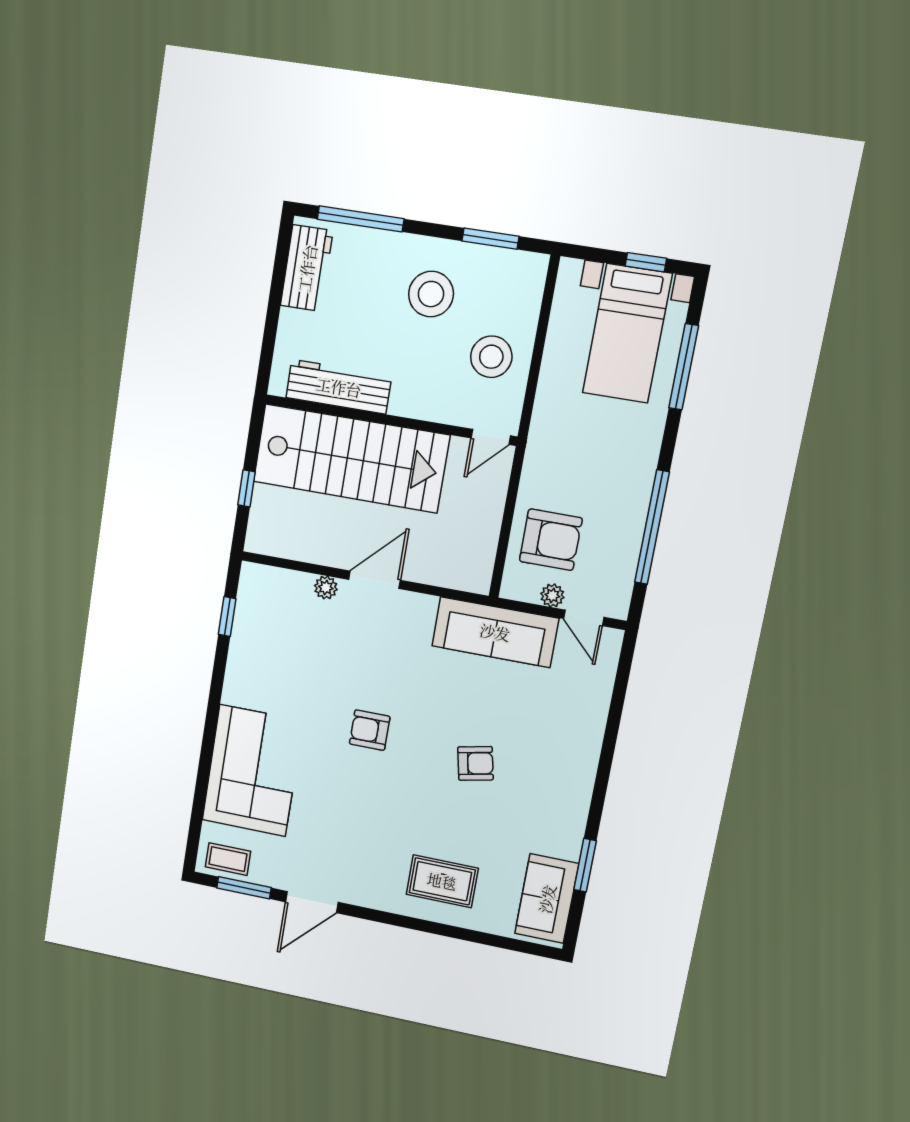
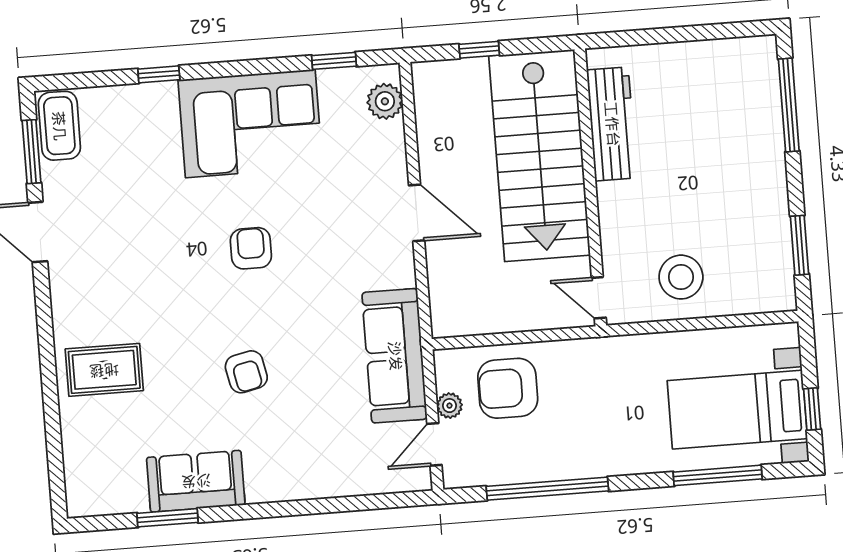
workbench: (307, 268) -> (726, 60), removed
stool: (431, 294) -> (730, 198), removed
armchair: (551, 540) -> (508, 388), turned 90
plant: (326, 588) -> (385, 101), moved, width x1.38, depth x1.38
window: (205, 766) -> (159, 74), added
corner sofa: (253, 771) -> (250, 123), moved
coffee table: (228, 859) -> (59, 126), width x1.36, depth x1.30
rug: (442, 881) -> (104, 370), turned 90
sofa: (547, 899) -> (196, 481), moved

